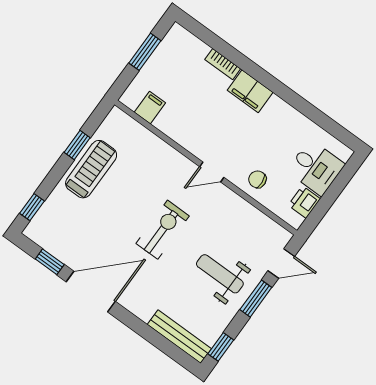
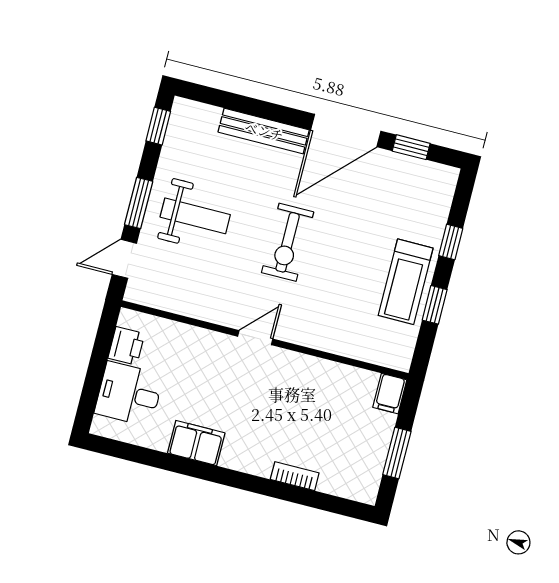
filing cabinet: (250, 91) -> (196, 443), moved
filing cabinet: (150, 108) -> (390, 394), moved
chair: (257, 179) -> (195, 351), removed
window: (32, 207) -> (451, 242), moved
bench: (179, 337) -> (264, 131), moved

